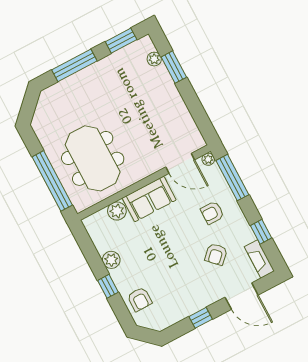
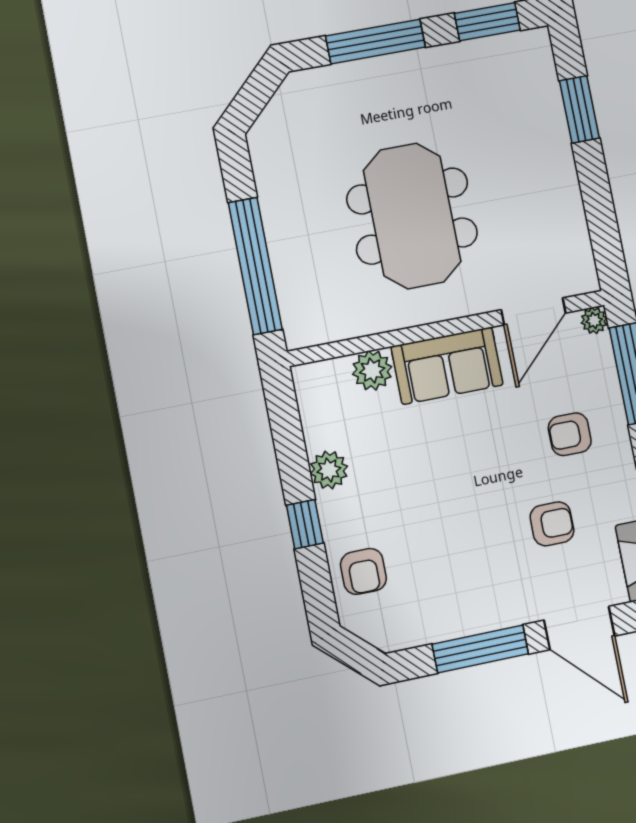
plant: (154, 59) -> (544, 80), removed
meeting table: (93, 158) -> (412, 216), moved
door: (180, 163) -> (533, 311), hinge flipped
armchair: (216, 254) -> (552, 524), turned -135
window: (201, 318) -> (480, 649), width x2.17

